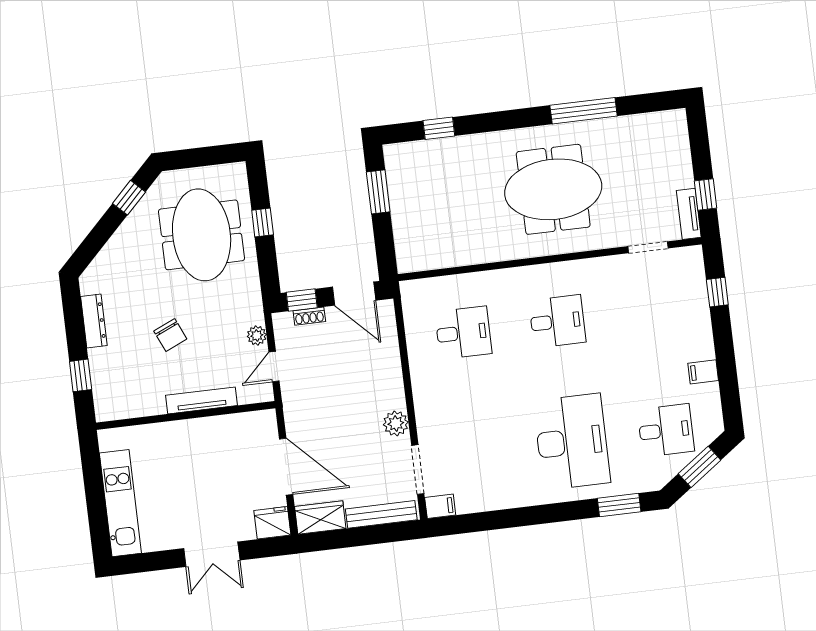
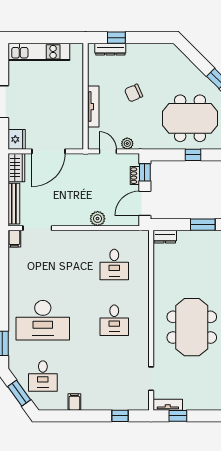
dresser: (406, 253) -> (165, 237), added
dresser: (94, 321) -> (110, 49), moved
plant: (396, 423) -> (98, 219), moved

